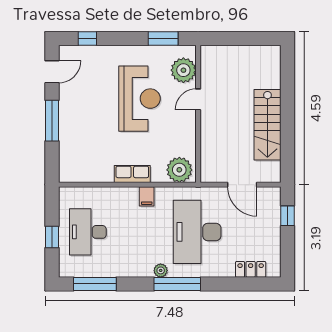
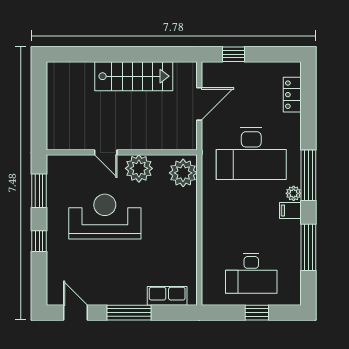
window: (87, 39) -> (39, 241), moved
plant: (183, 70) -> (139, 168), moved
row of seats: (132, 174) -> (167, 296), moved, turned 90
filing cabinet: (147, 196) -> (290, 210), moved, turned 180
window: (95, 284) -> (308, 247), moved

